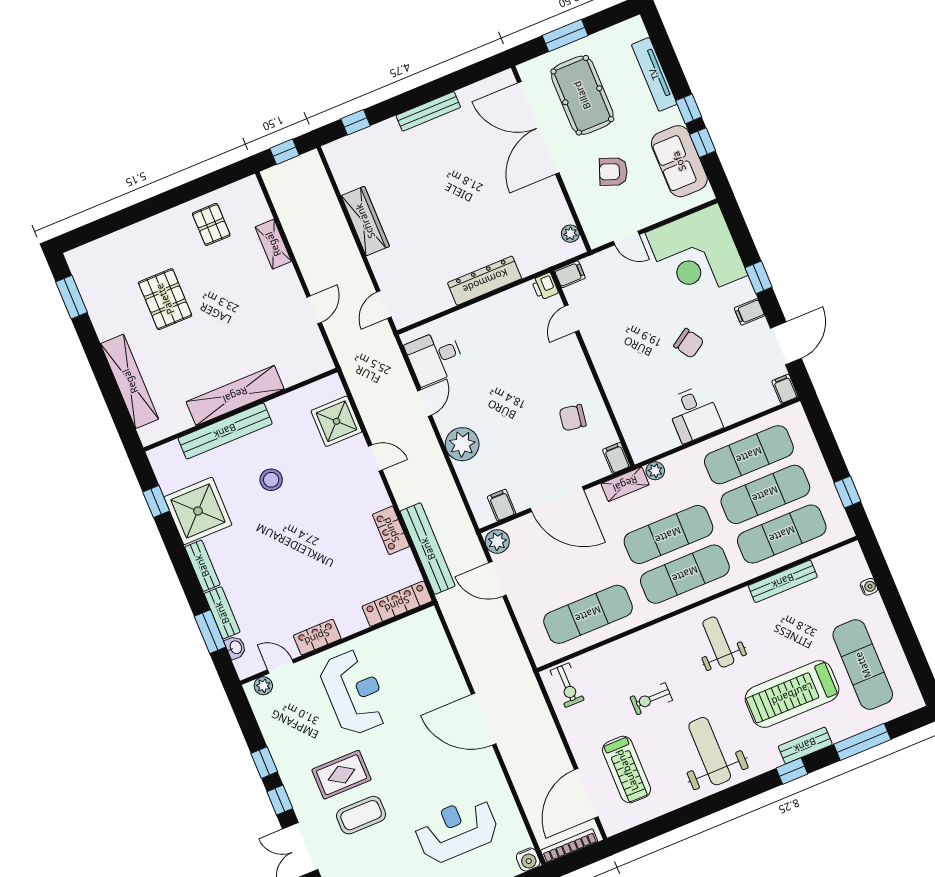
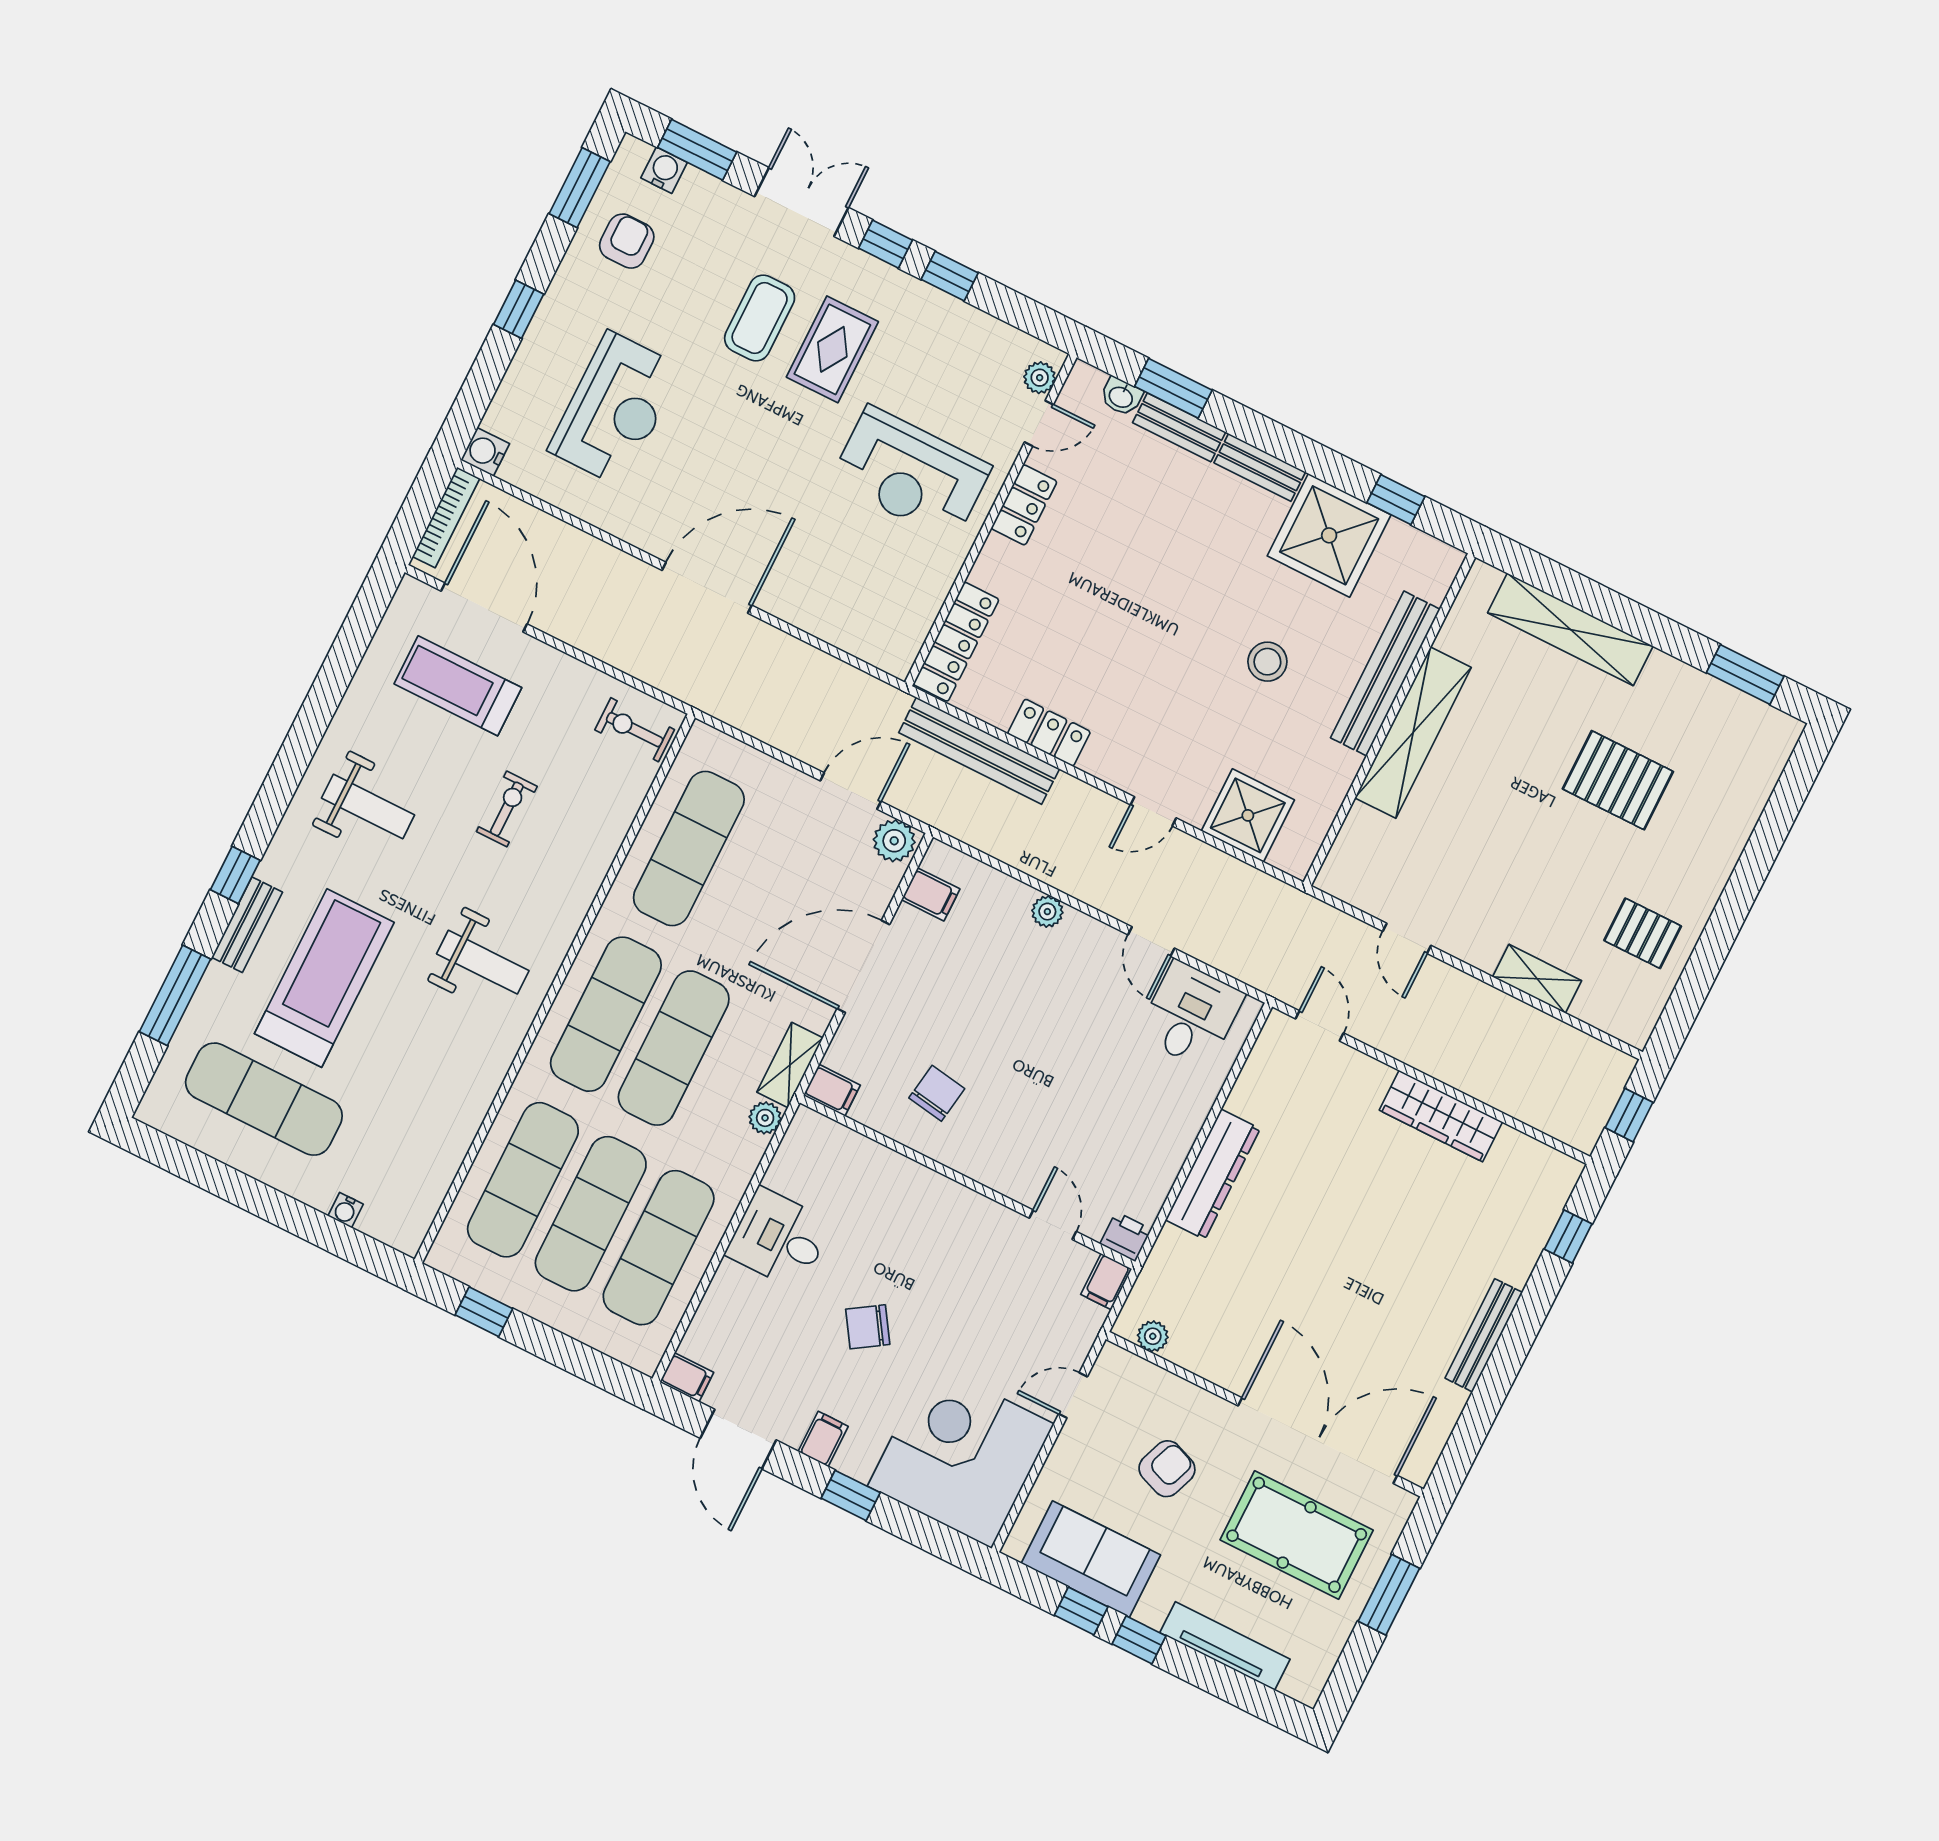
plant: (462, 444) -> (1047, 912), width x0.53, depth x0.53
bench: (783, 581) -> (467, 1118), removed
weight bench: (710, 751) -> (368, 806), width x0.73, depth x0.75

